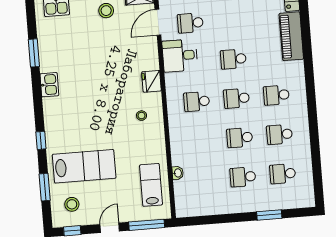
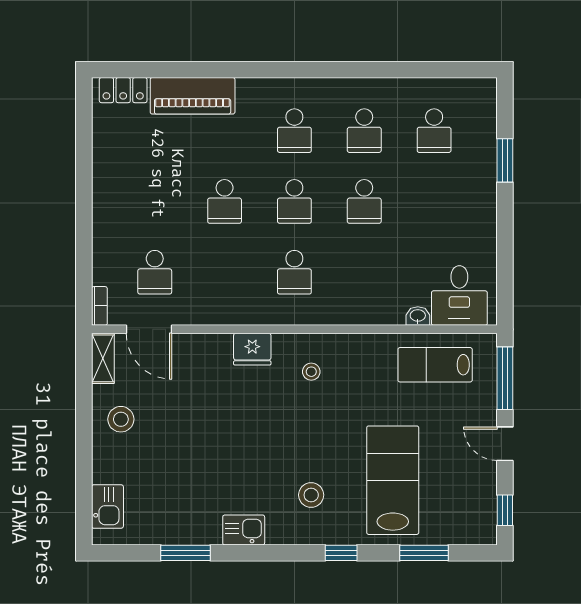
desk: (180, 56) -> (459, 295), moved
school desk: (243, 177) -> (434, 201), removed
stool: (72, 204) -> (311, 495), moved

